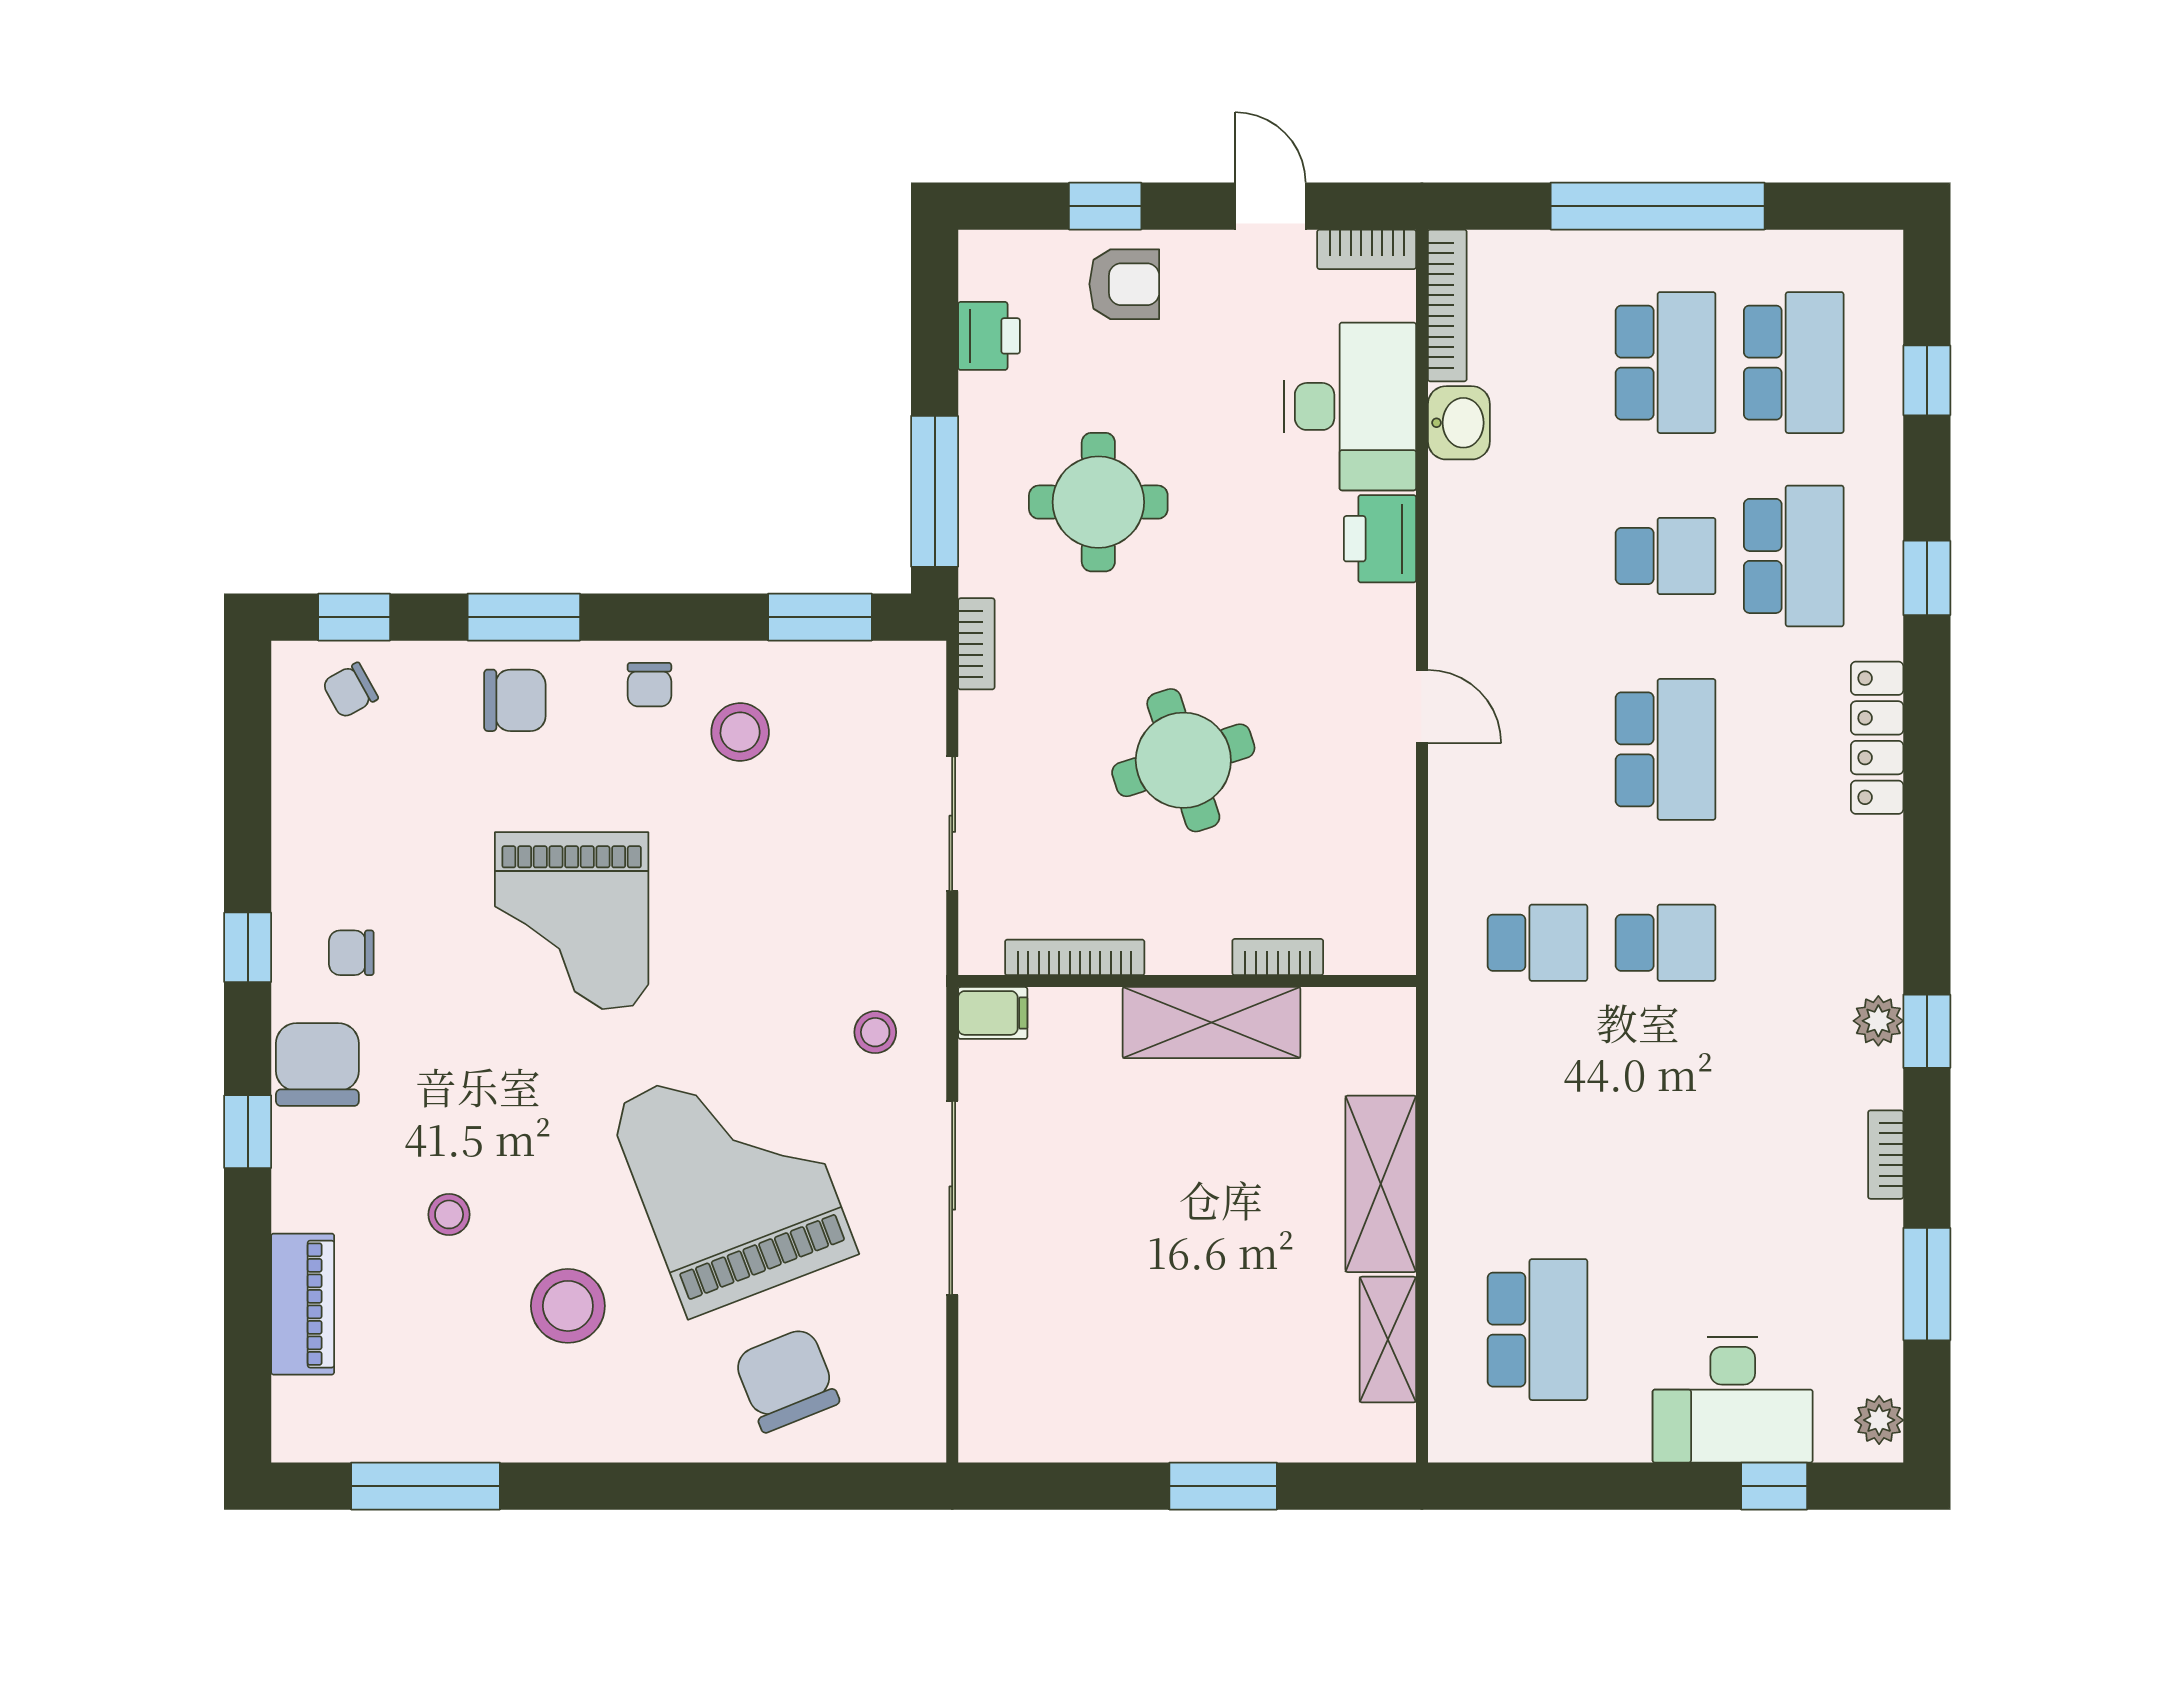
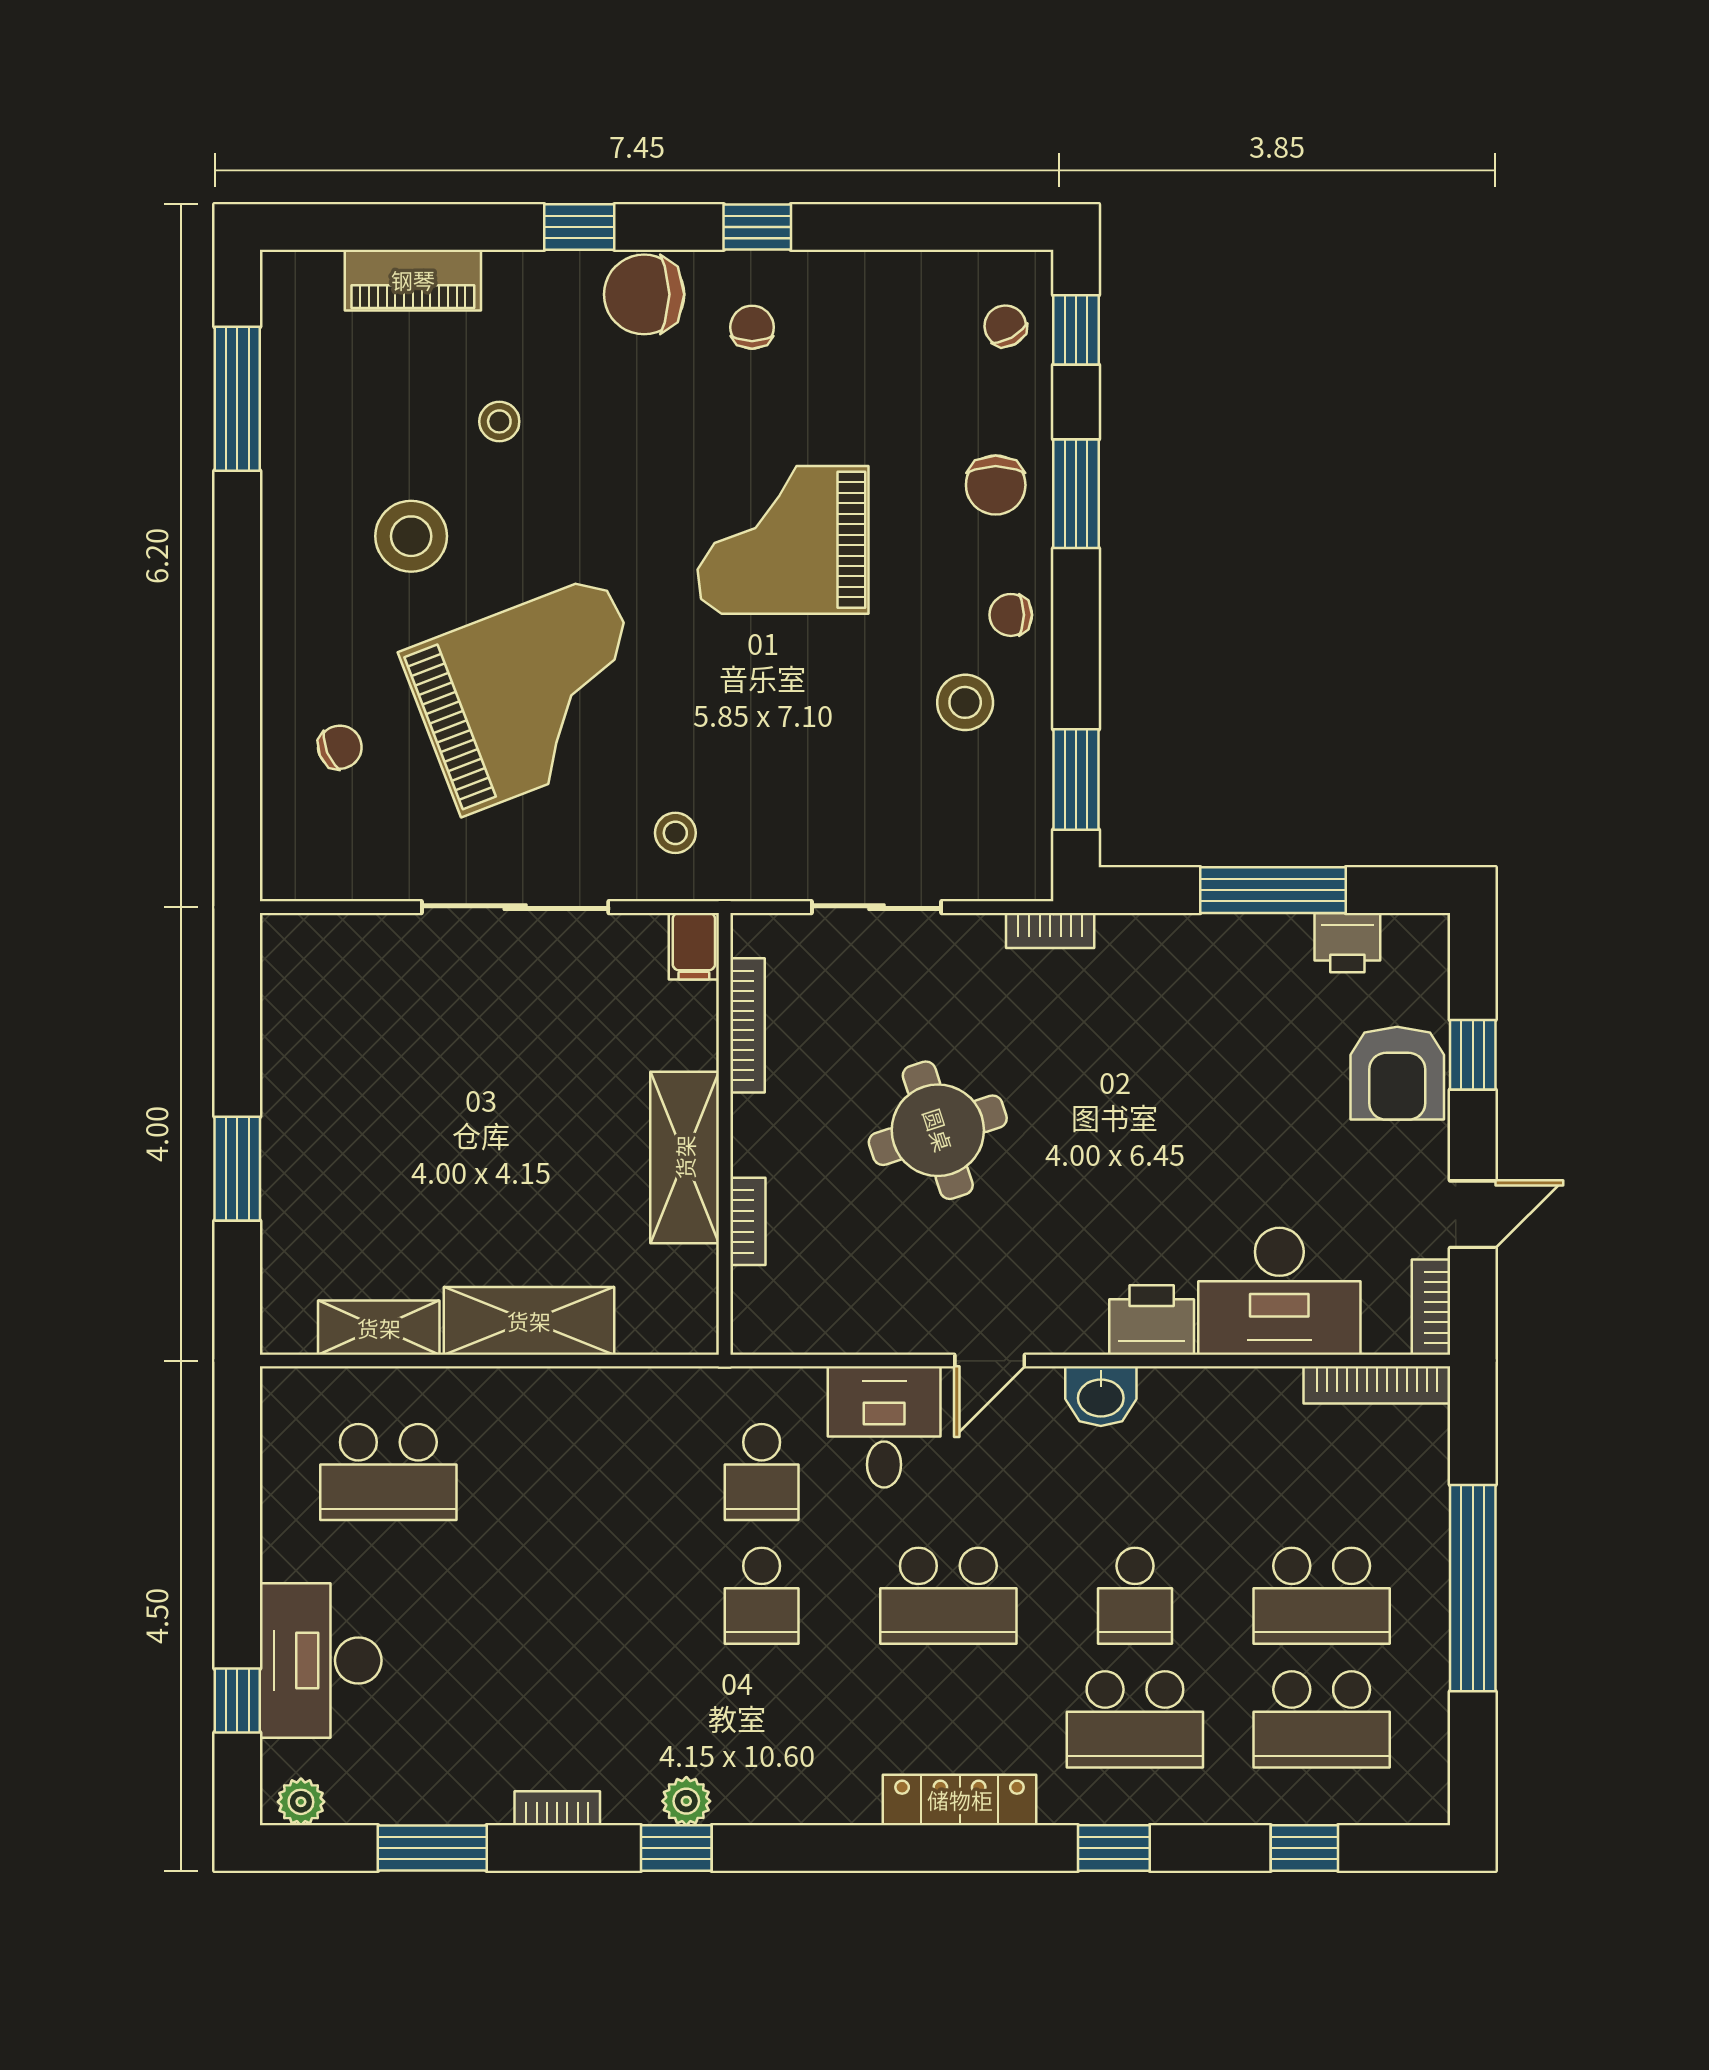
armchair: (1124, 284) -> (1397, 1073), width x1.38, depth x1.38
washbasin: (1459, 423) -> (1101, 1396), moved
window: (935, 491) -> (1273, 890), moved
round table: (1098, 502) -> (1187, 1048), removed
desk: (1491, 816) -> (884, 1427), added
chair: (317, 1065) -> (644, 294), turned 180
chair: (786, 1380) -> (340, 747), width x0.54, depth x0.54

